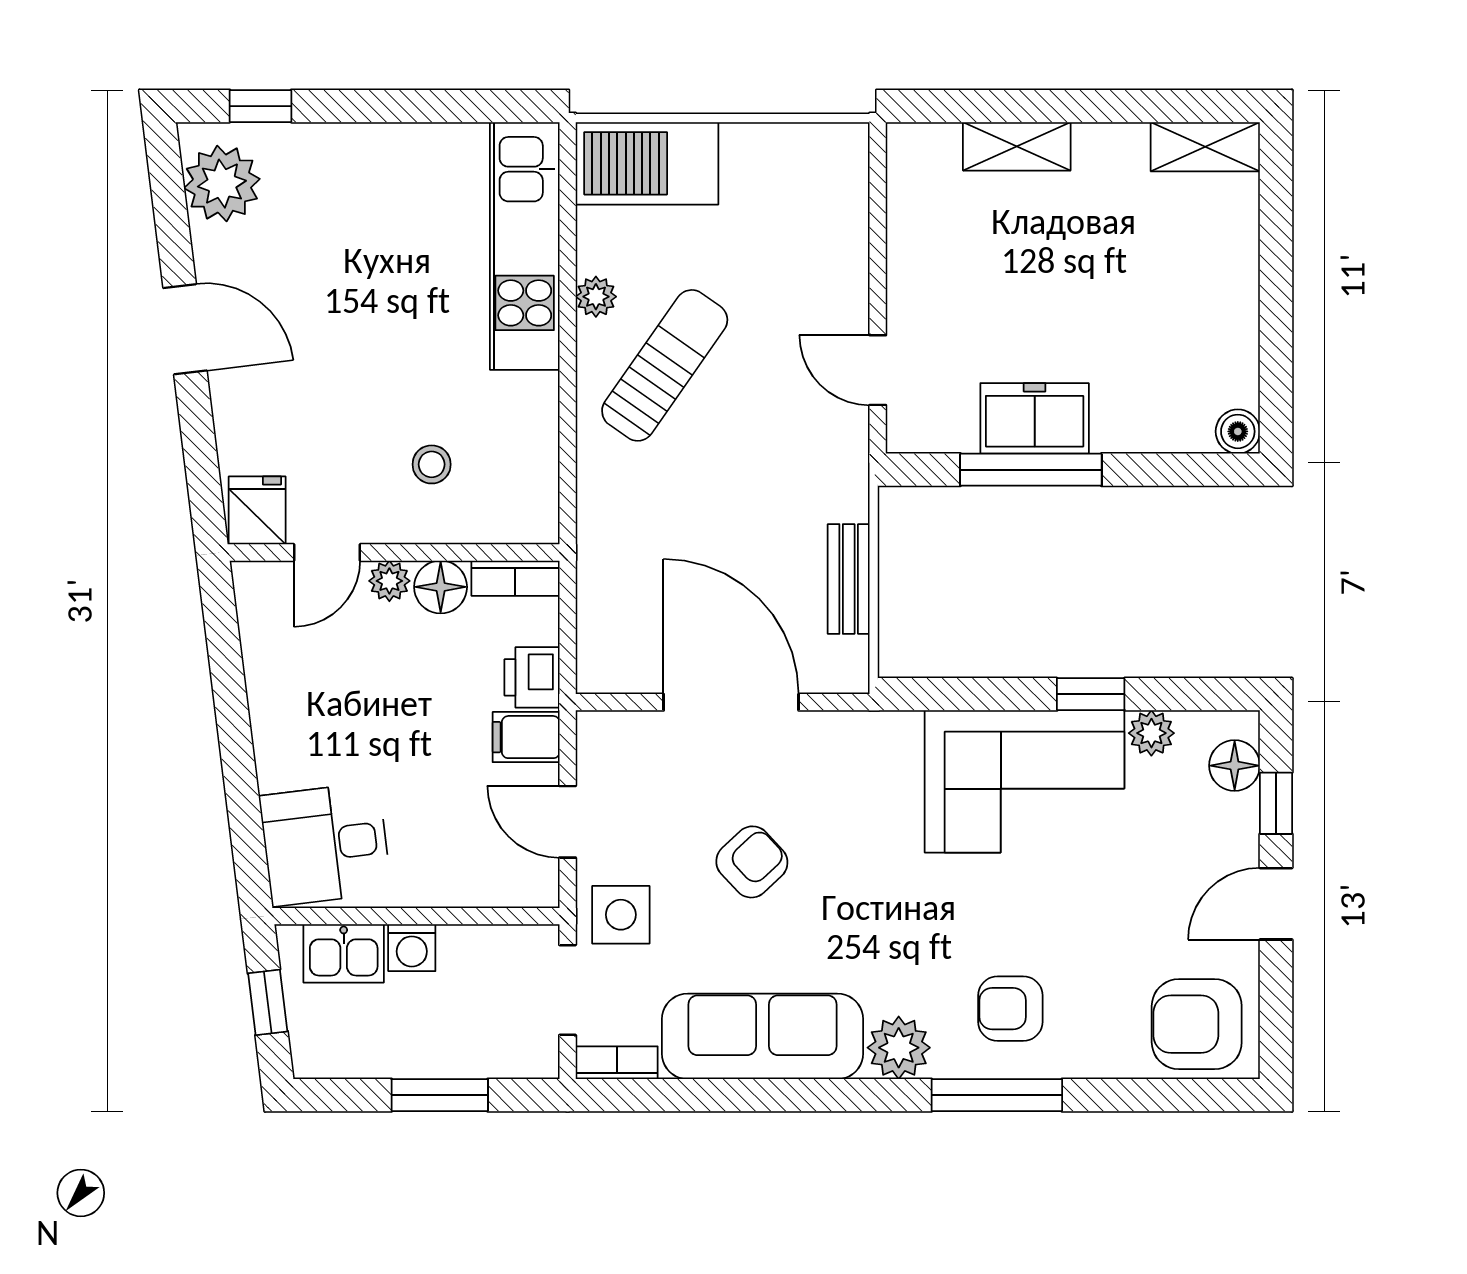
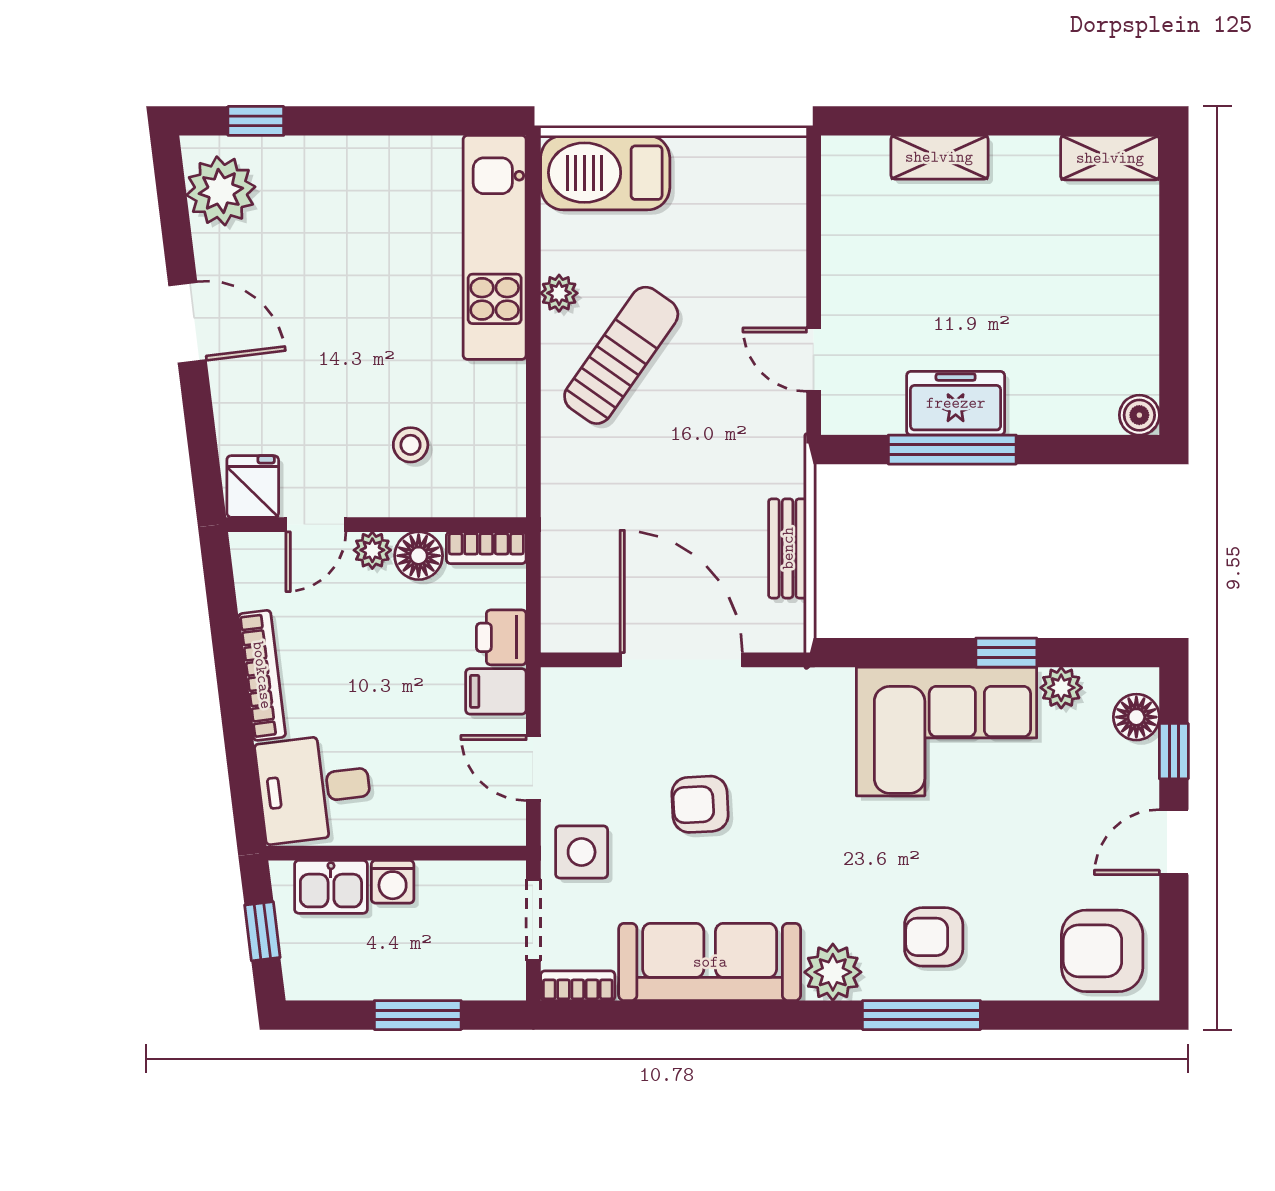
bookcase: (267, 719) -> (262, 675), added
armchair: (752, 862) -> (700, 804), turned -140

